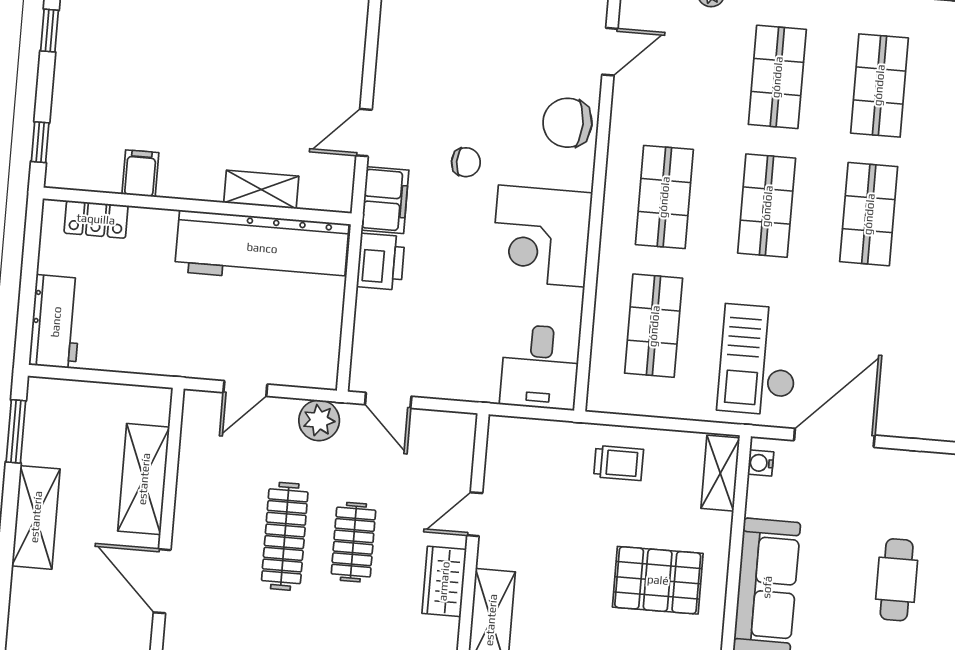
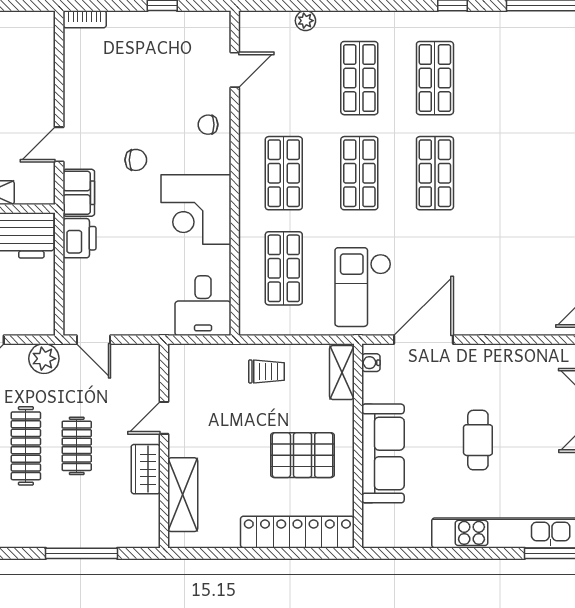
chair: (567, 123) -> (208, 125), width x0.54, depth x0.54

